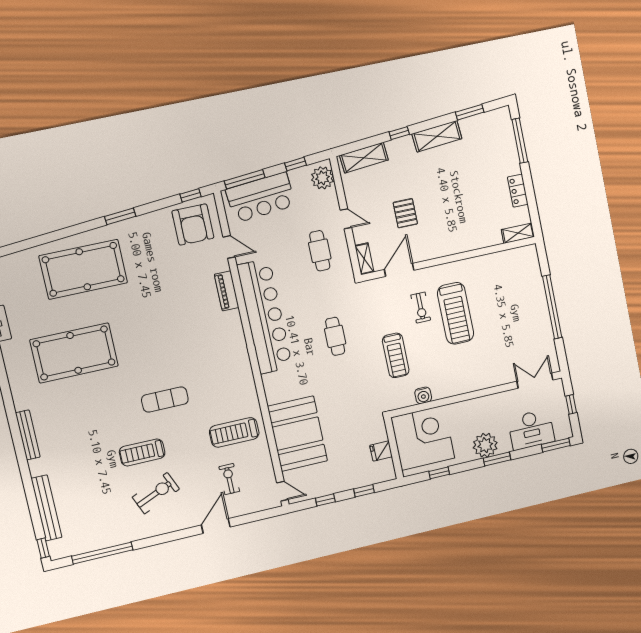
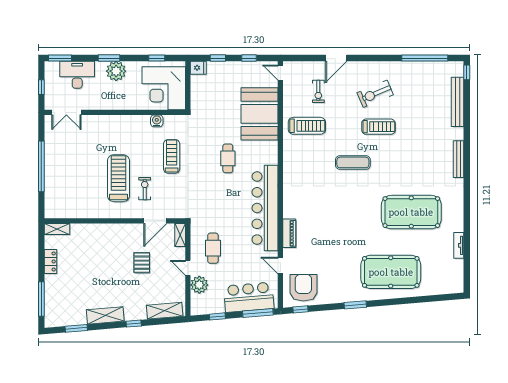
plant: (322, 178) -> (199, 285), moved
cafe table: (335, 336) -> (228, 158), moved
fridge: (381, 451) -> (198, 68), moved

